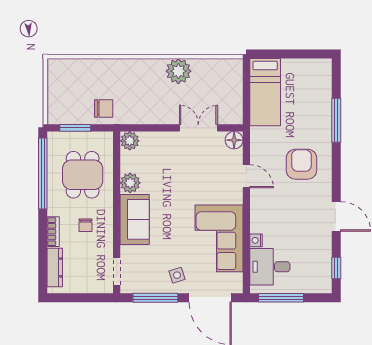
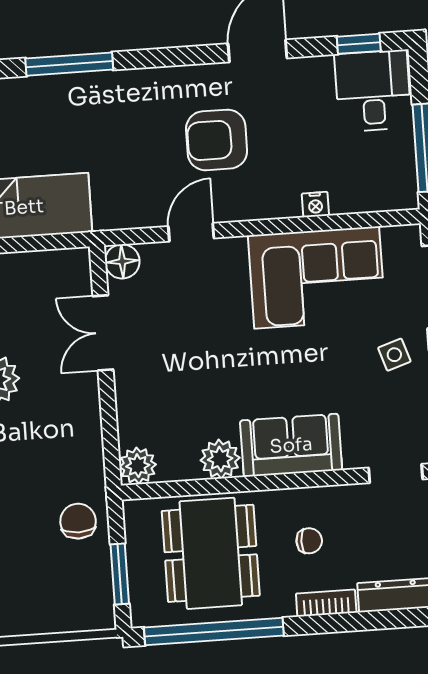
armchair: (301, 164) -> (217, 140), moved
dining table: (83, 175) -> (211, 553), width x1.38
desk: (270, 267) -> (373, 91), moved, turned 180

